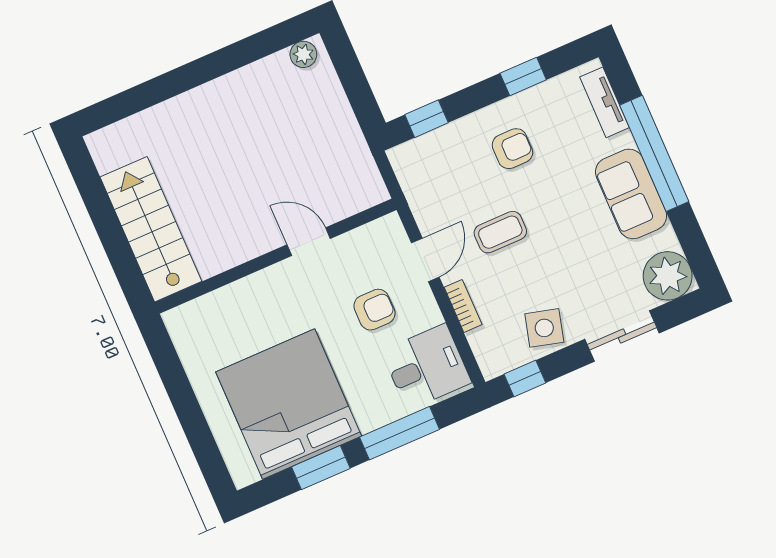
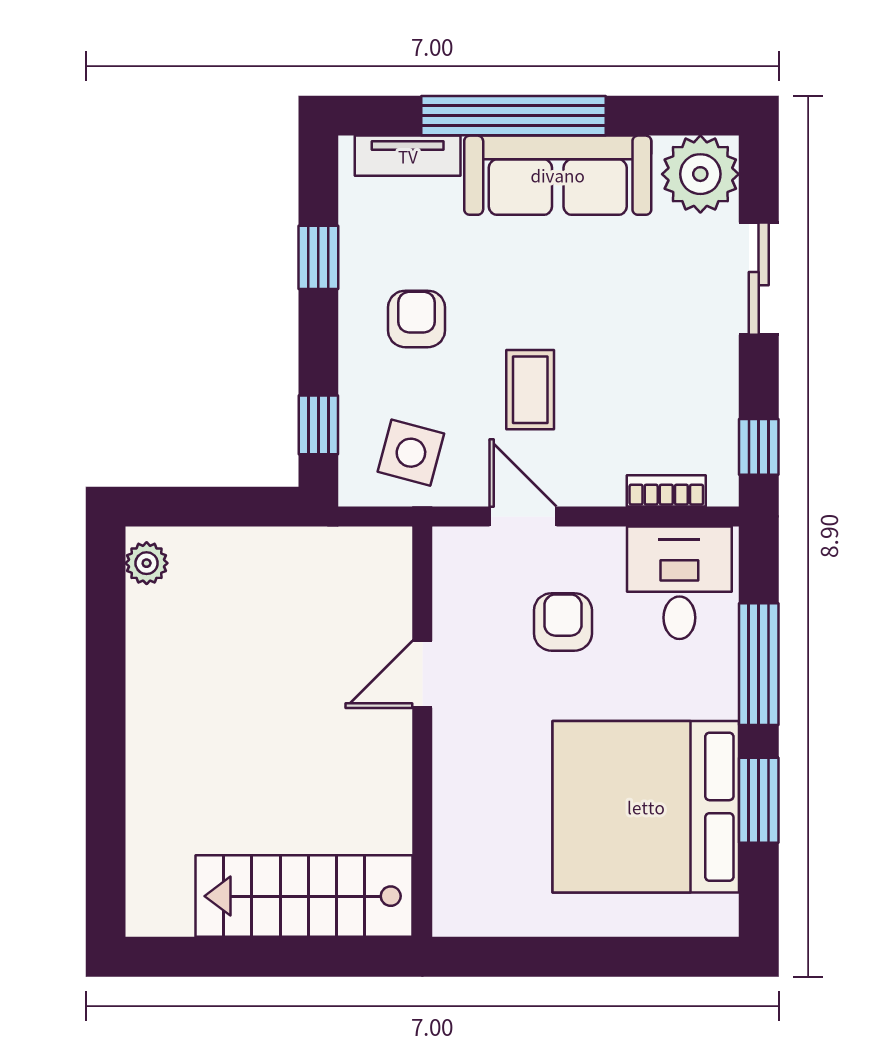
sofa: (631, 194) -> (558, 175), width x1.36
bookcase: (463, 306) -> (666, 491), moved
side table: (544, 328) -> (411, 453), moved

